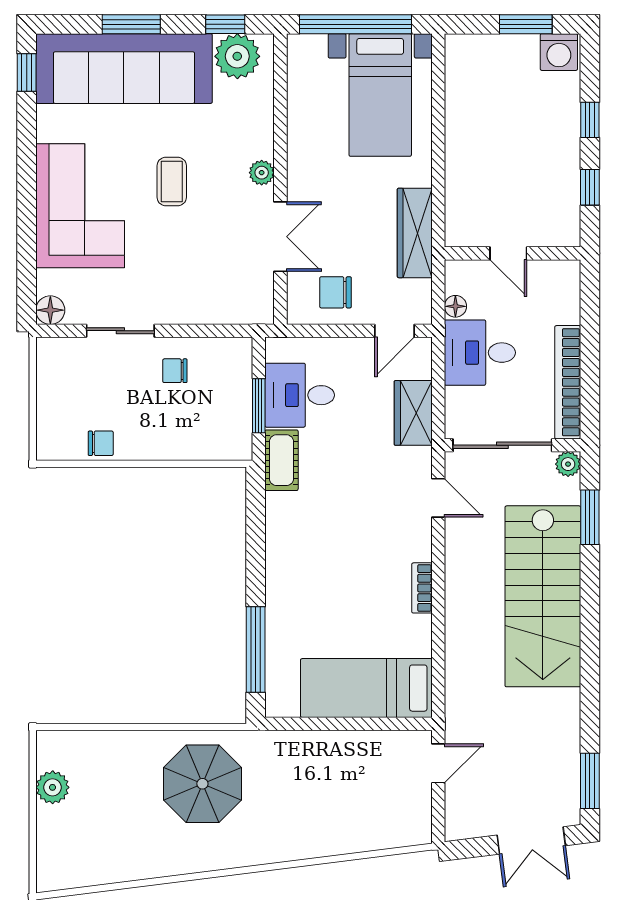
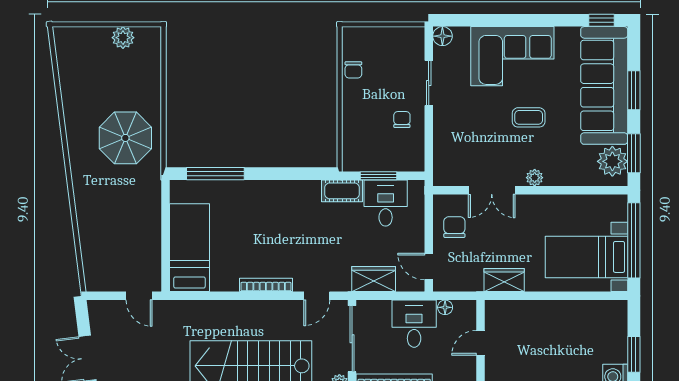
window: (225, 24) -> (634, 153), width x1.50
wardrobe: (415, 233) -> (504, 280), width x0.67
bookcase: (422, 588) -> (266, 285), width x1.56

